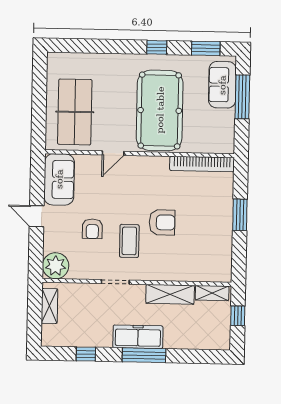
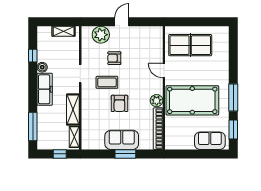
window: (157, 47) -> (233, 98), width x2.17
window: (242, 97) -> (202, 154), removed
plant: (159, 165) -> (157, 101), added
sofa: (59, 179) -> (122, 140), moved, turned 180
plant: (56, 266) -> (101, 35), moved
boiler: (104, 340) -> (42, 67), added
window: (144, 355) -> (33, 127), moved

